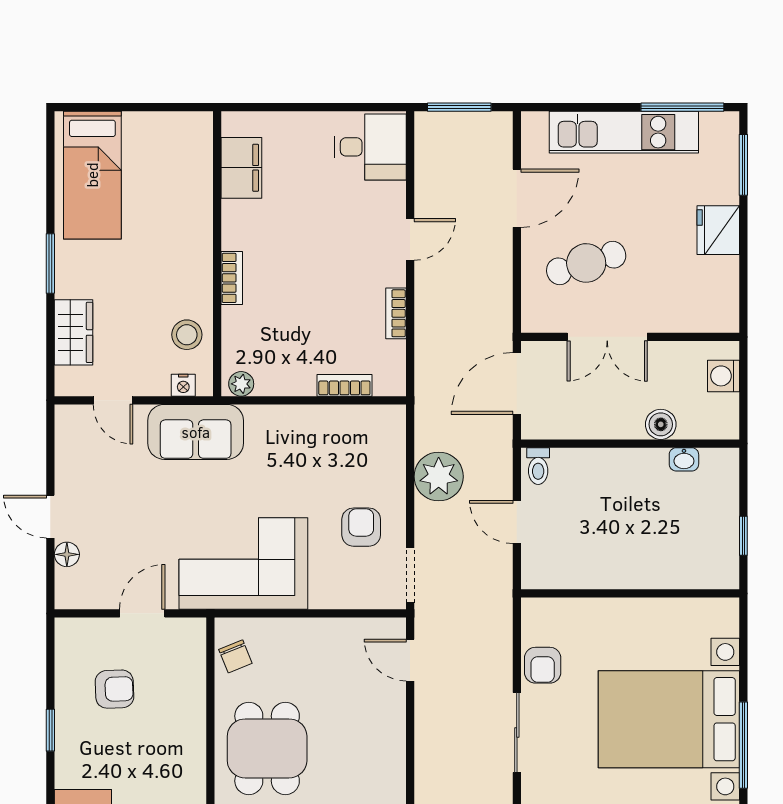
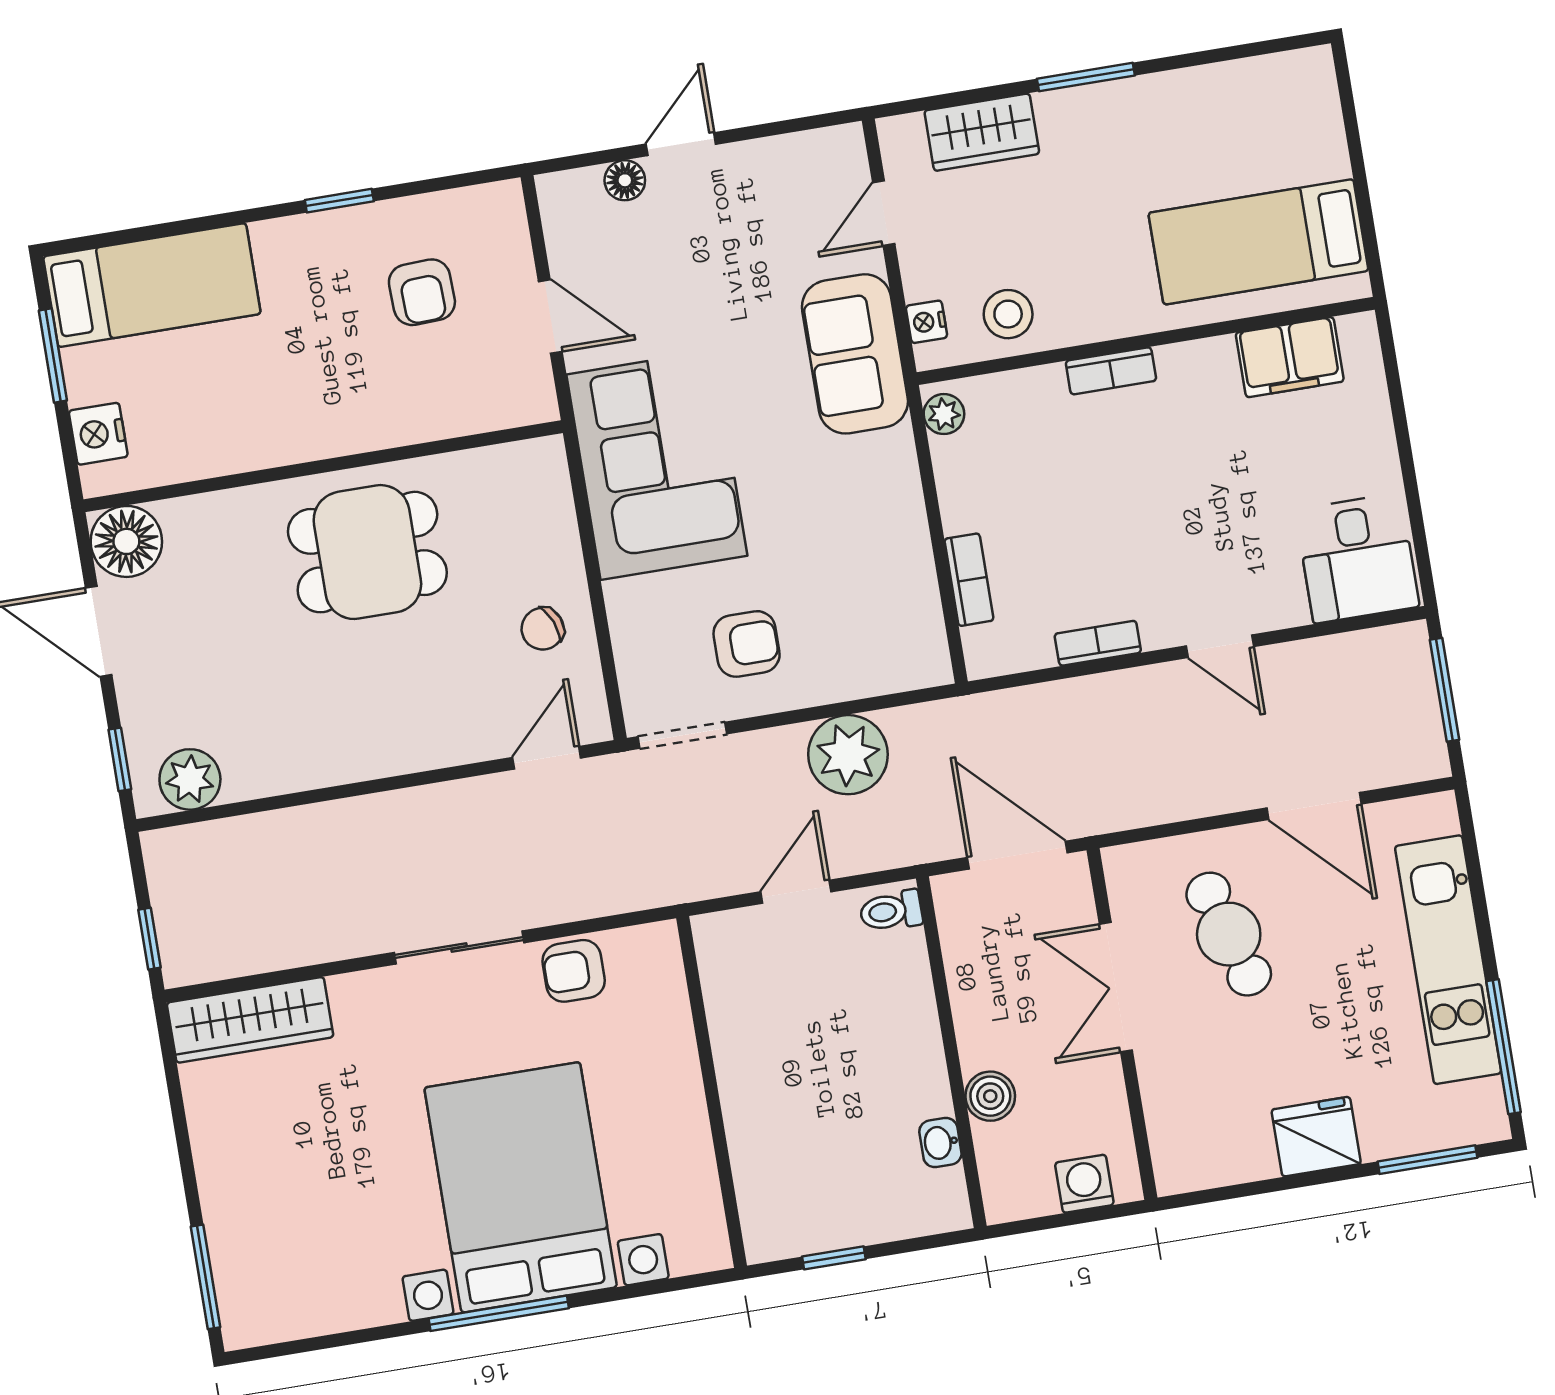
bed: (92, 175) -> (1258, 242), moved
chair: (235, 656) -> (543, 629), moved

